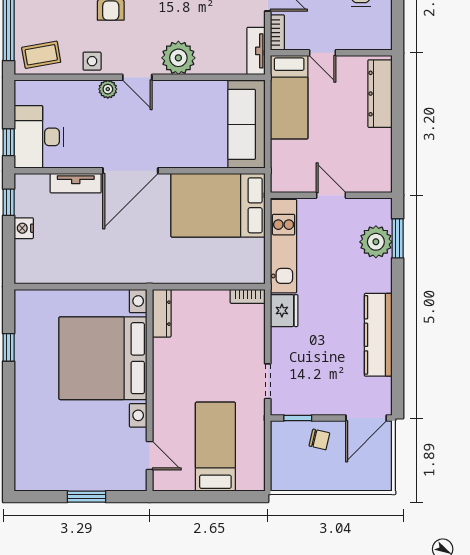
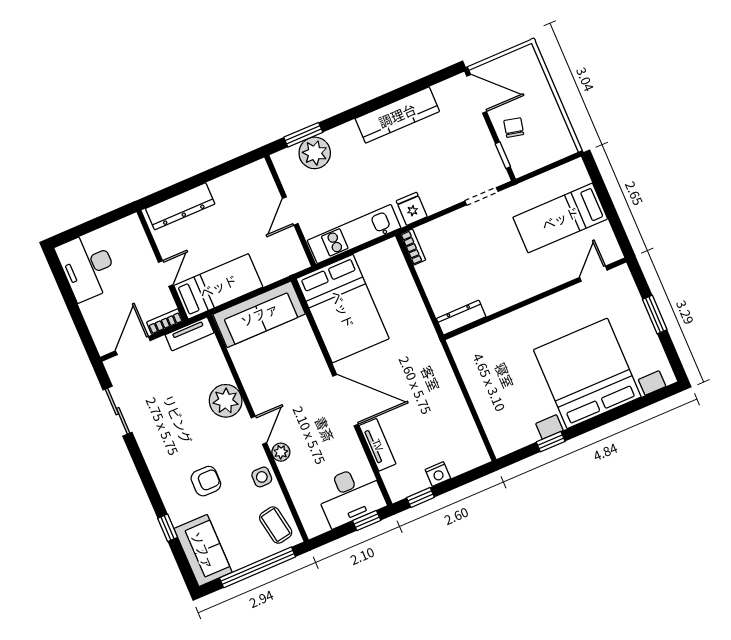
fridge: (284, 311) -> (412, 209), width x0.72
bed with nightstands: (103, 358) -> (587, 373), moved, turned 180

